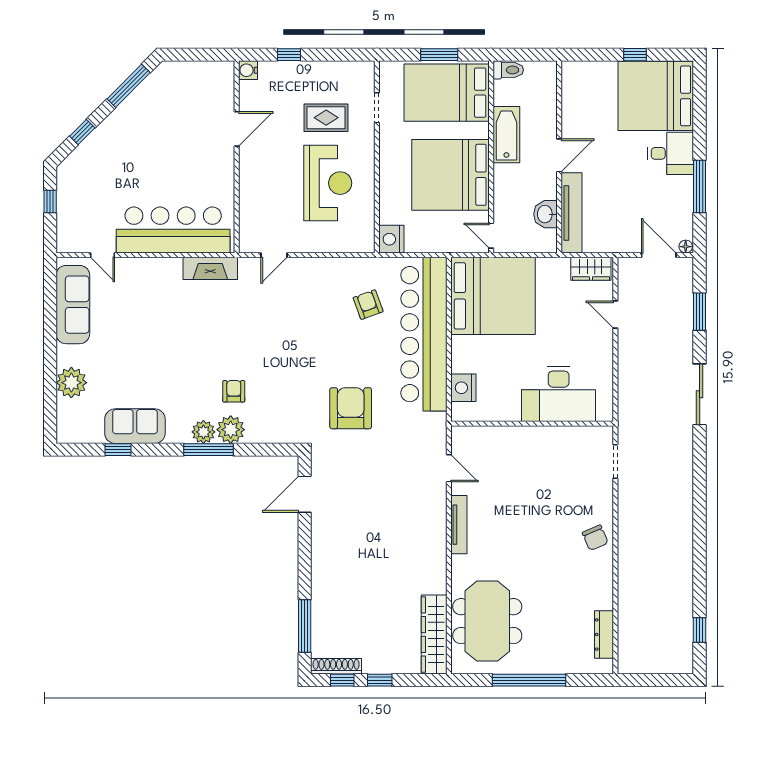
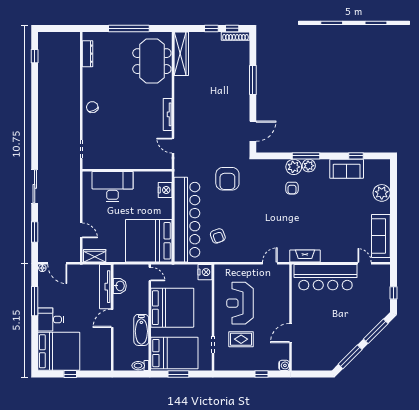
window: (82, 132) -> (376, 331), width x2.17
window: (305, 626) -> (253, 80), moved

